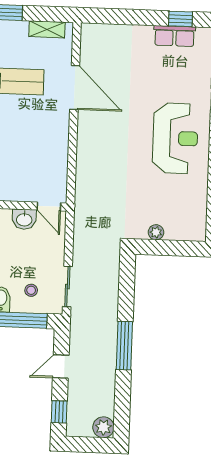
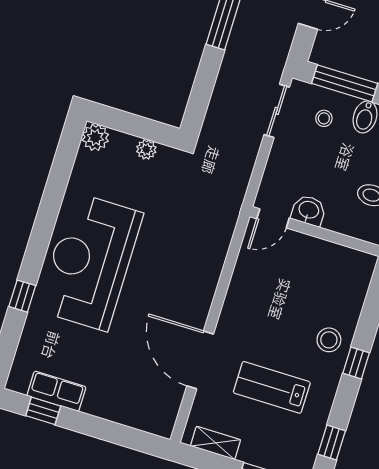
reception desk: (175, 138) -> (90, 262), width x1.36, depth x1.30
door: (49, 206) -> (273, 218), swing flipped
plant: (196, 231) -> (95, 137), added

